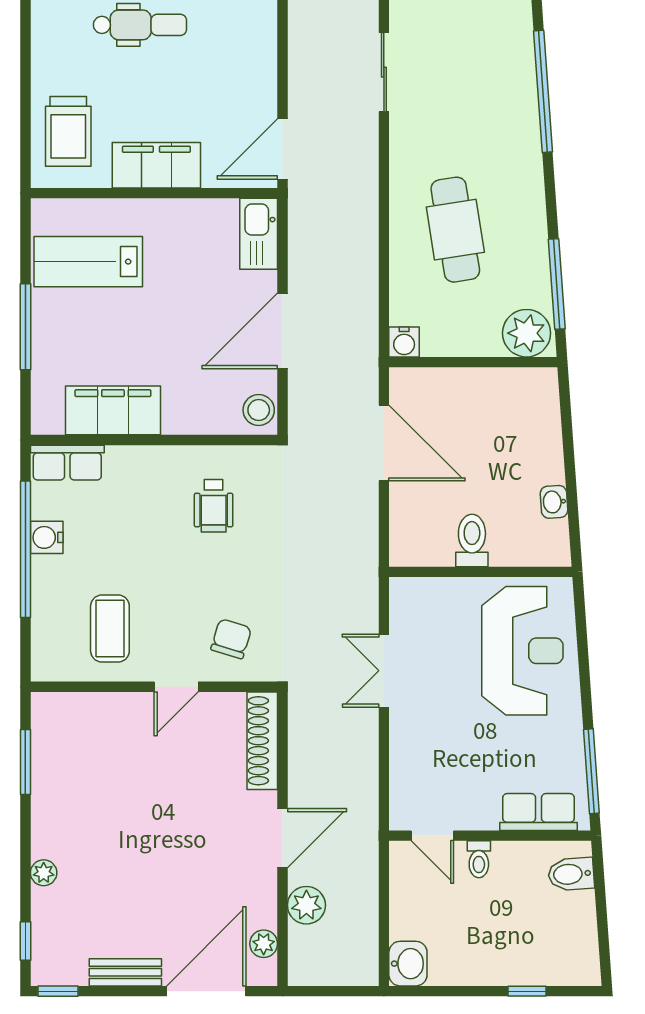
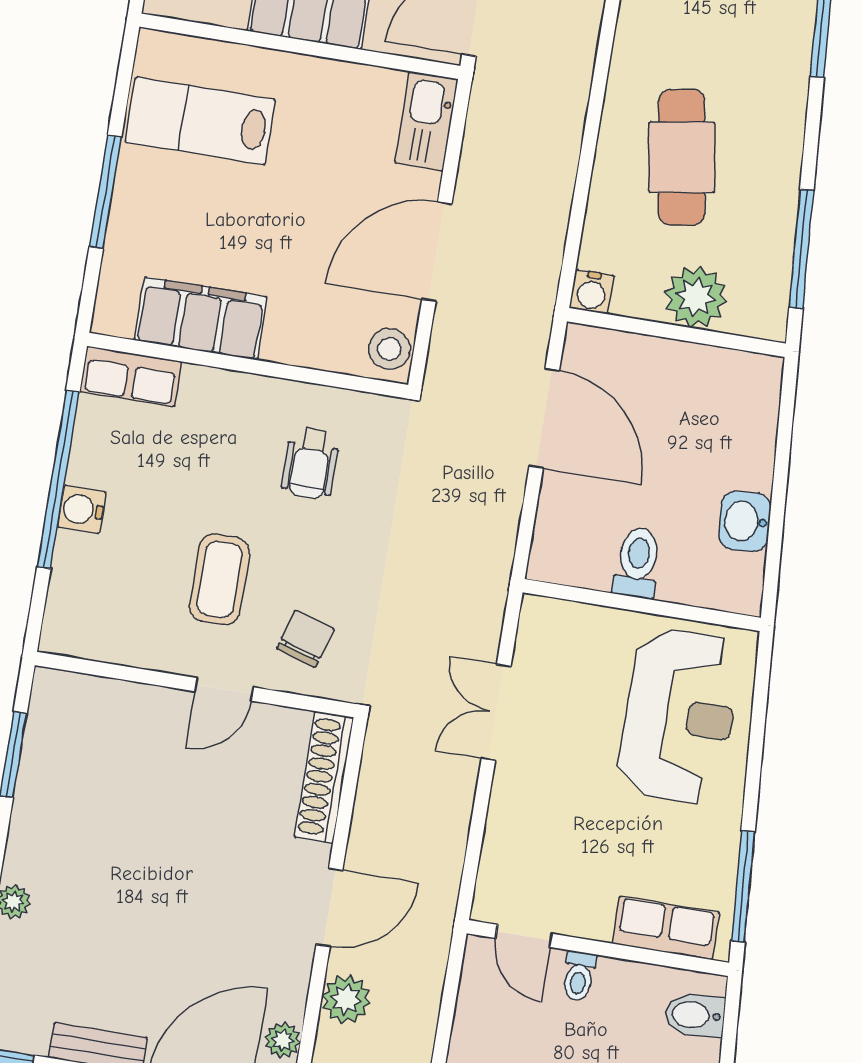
plant: (527, 333) -> (696, 297), moved
washbasin: (554, 502) -> (745, 521), width x1.38, depth x1.45
water cooler: (47, 537) -> (82, 509), moved
coffee table: (110, 628) -> (220, 579), moved

